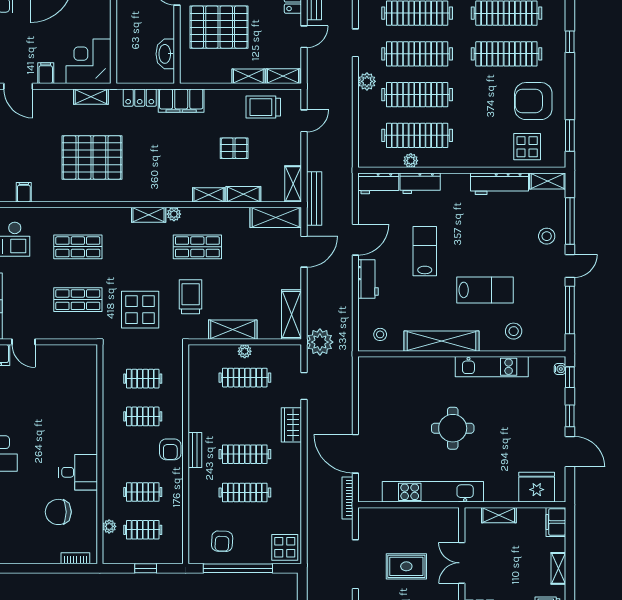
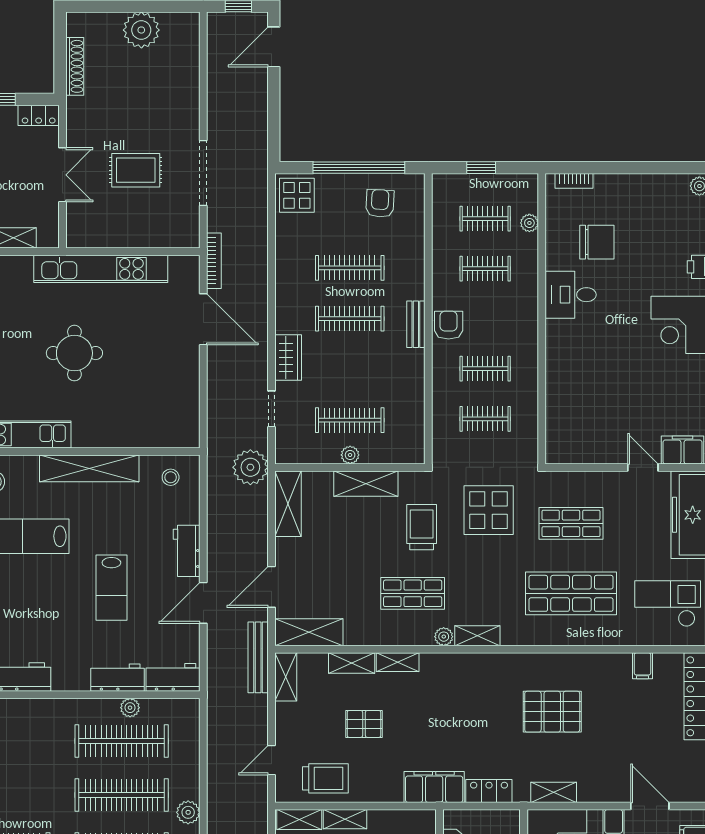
pallet: (92, 157) -> (552, 712), width x0.73, depth x0.71
shop shelf: (78, 247) -> (571, 593), width x1.43, depth x1.36
trolley: (191, 297) -> (422, 527), turned 180

